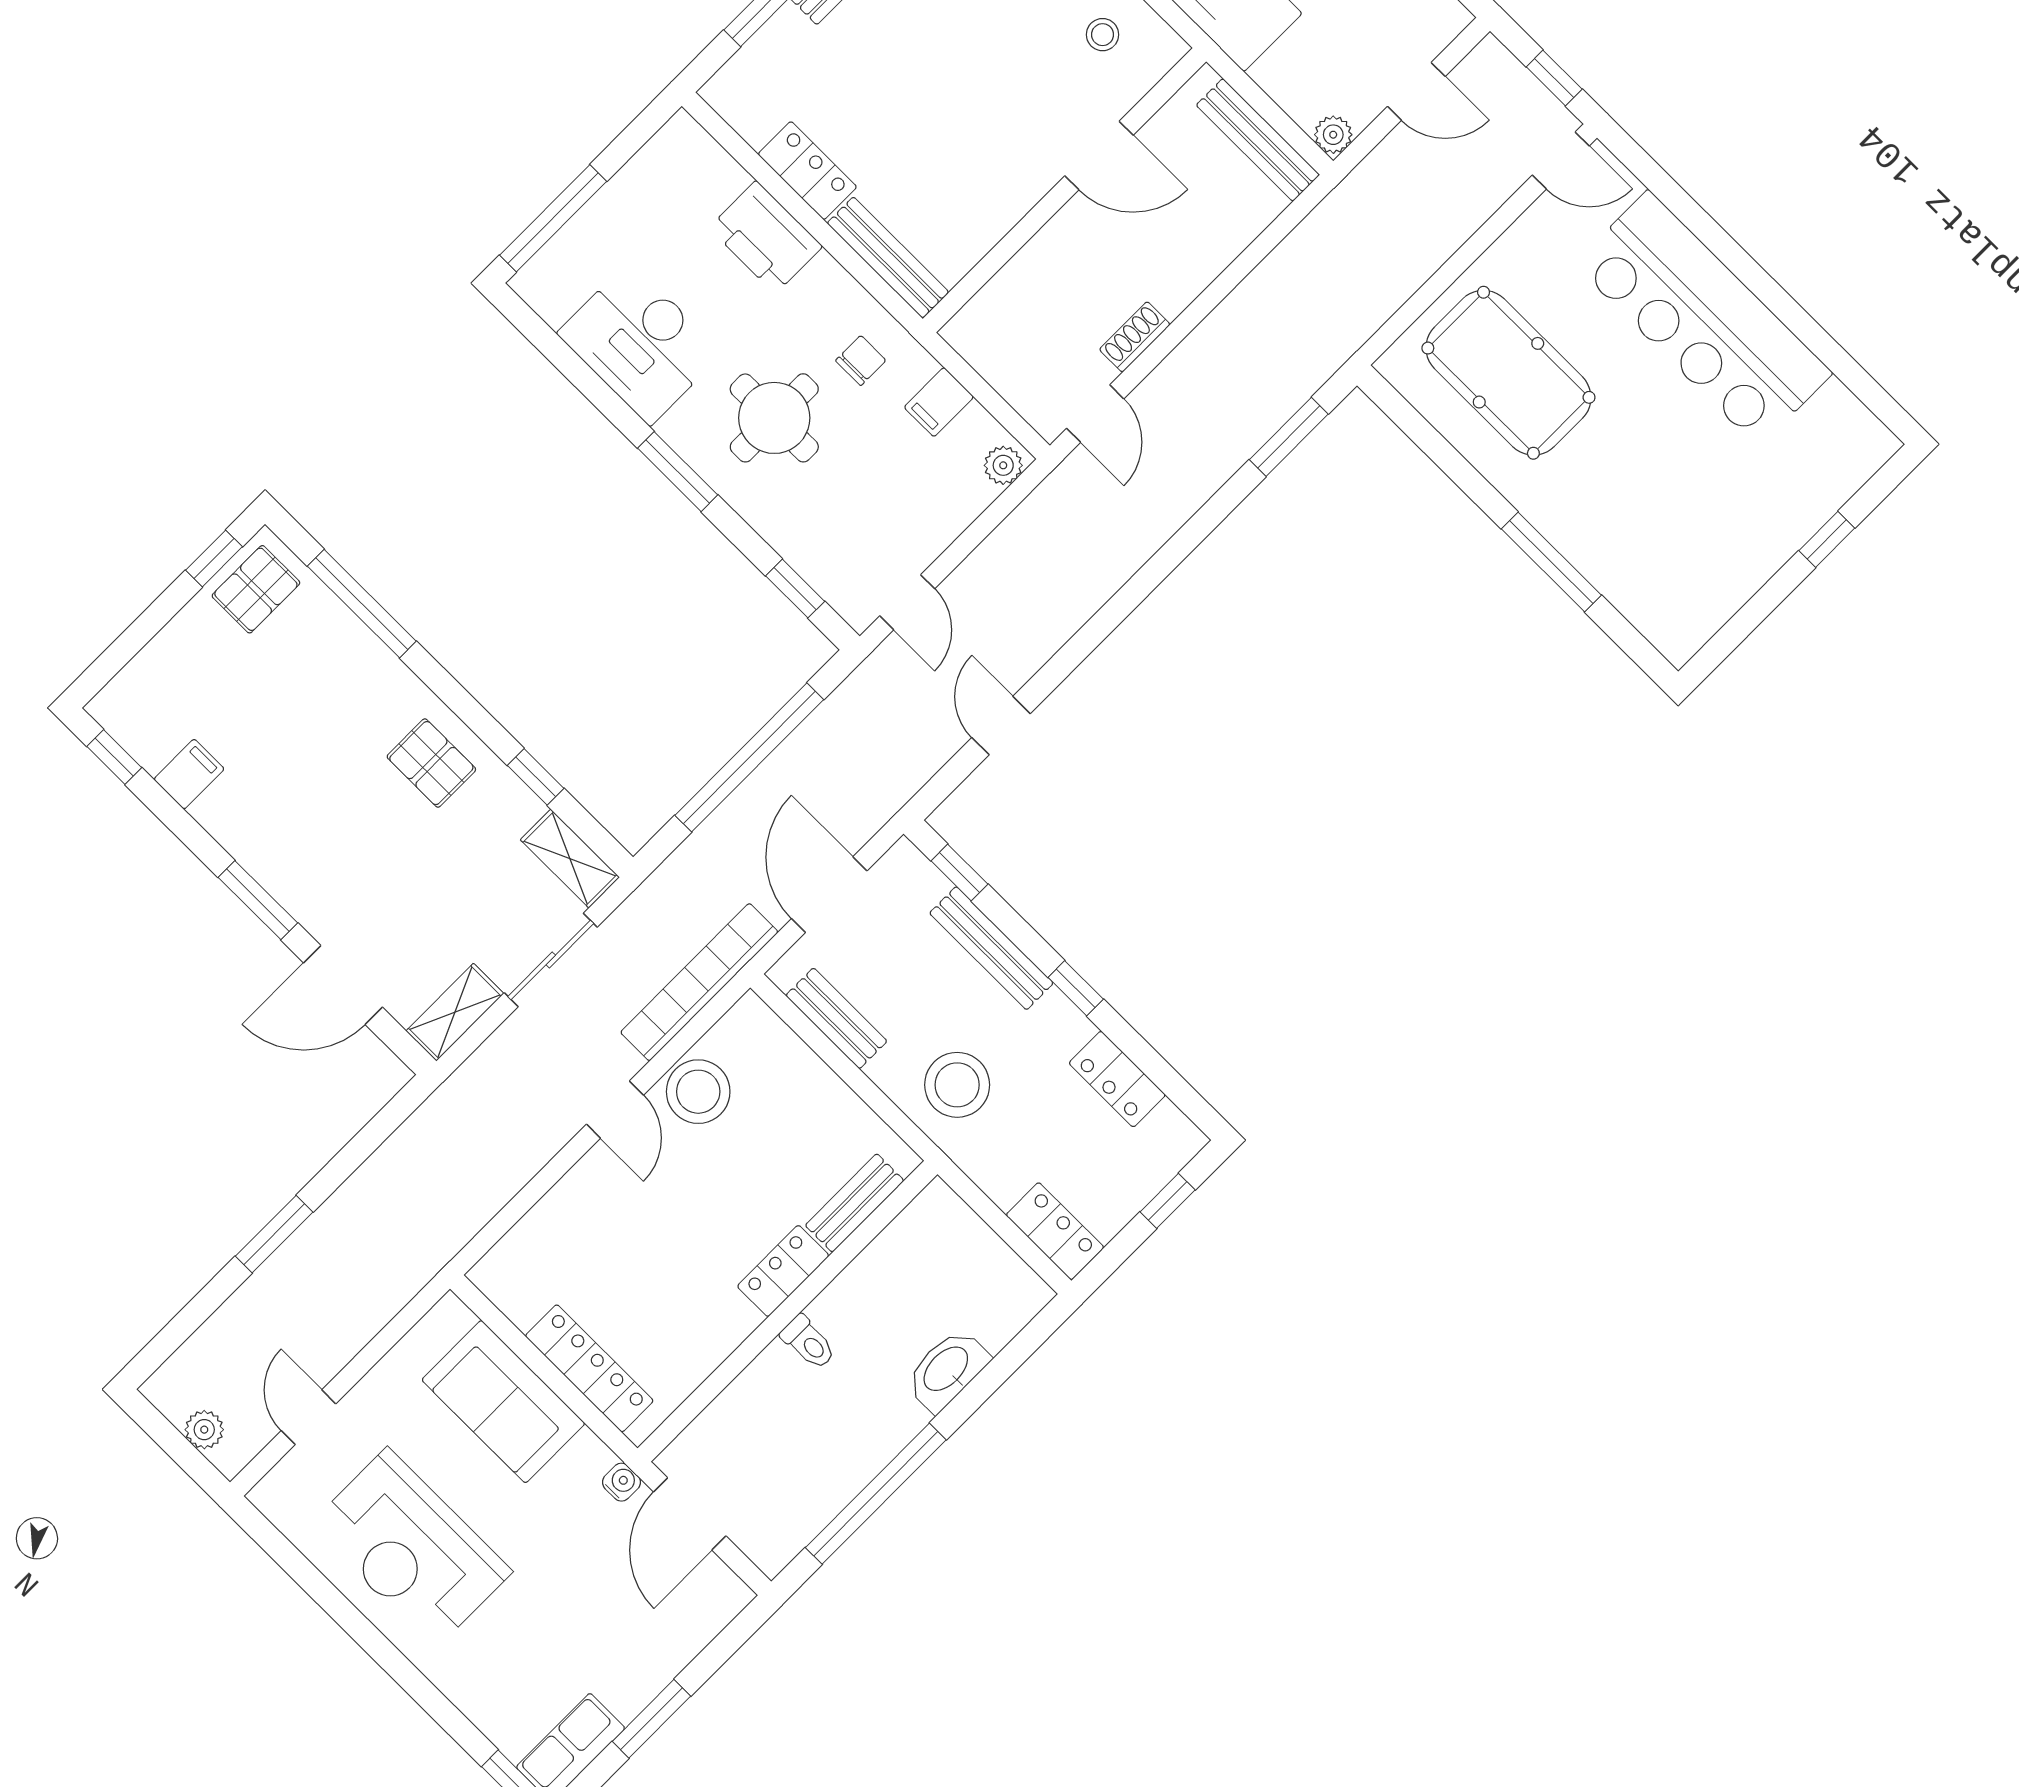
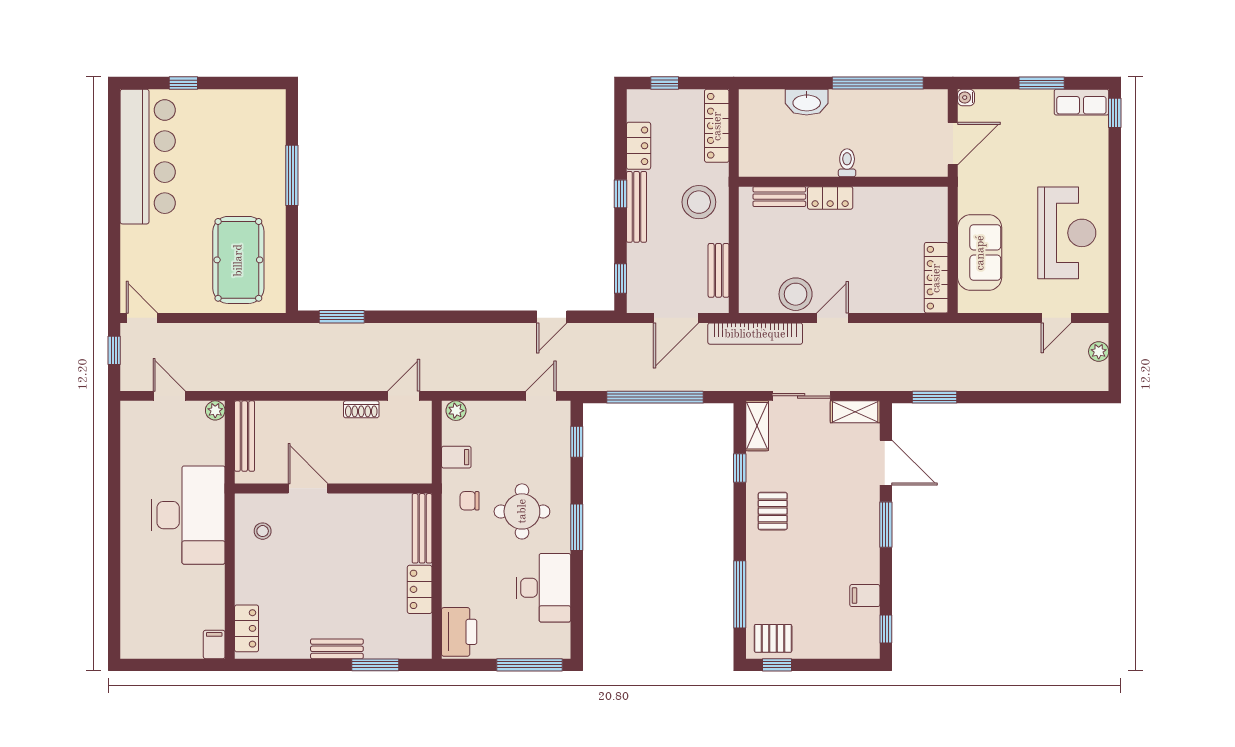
printer: (766, 237) -> (459, 632), moved
bar counter: (1703, 319) -> (148, 157), moved
bench: (991, 948) -> (637, 207), moved
locker: (1055, 1231) -> (717, 126), width x1.53
window: (274, 1234) -> (935, 397), moved
locker: (589, 1368) -> (936, 278), moved
water cooler: (621, 1482) -> (966, 98), moved

